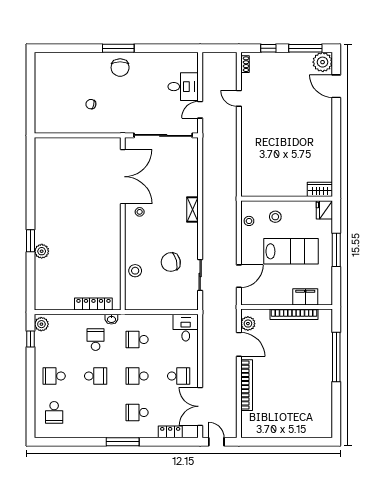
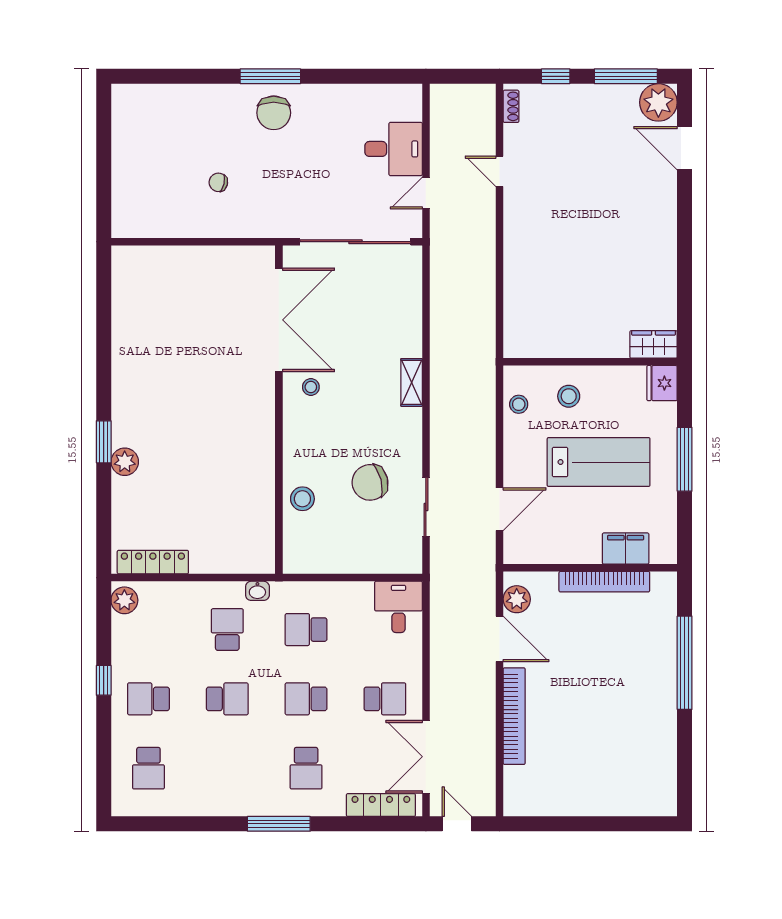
locker: (93, 304) -> (153, 562), moved
window: (31, 339) -> (104, 680), moved
school desk: (137, 412) -> (306, 768), turned -90
locker: (170, 432) -> (381, 805), width x1.53

